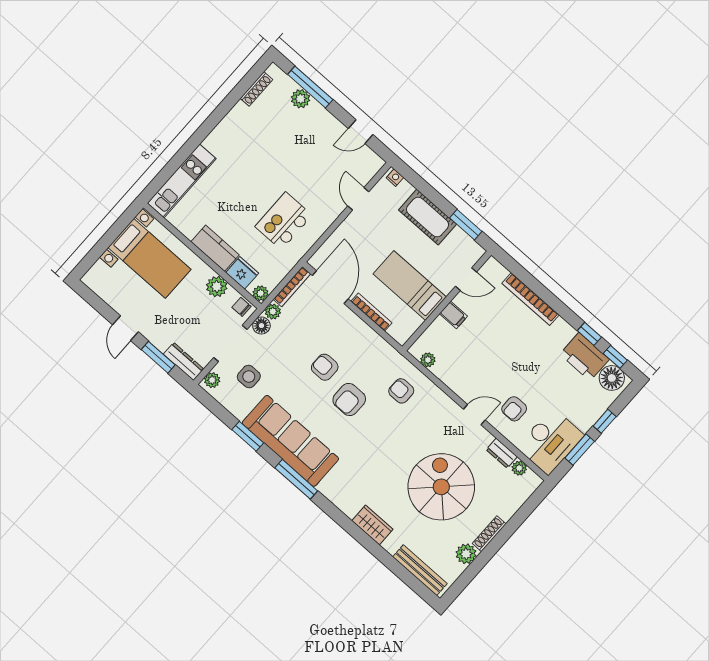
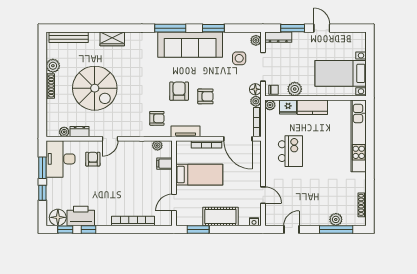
kitchen unit: (182, 181) -> (359, 136), width x1.36
filing cabinet: (453, 315) -> (164, 164), moved
tv unit: (382, 348) -> (186, 131), added

